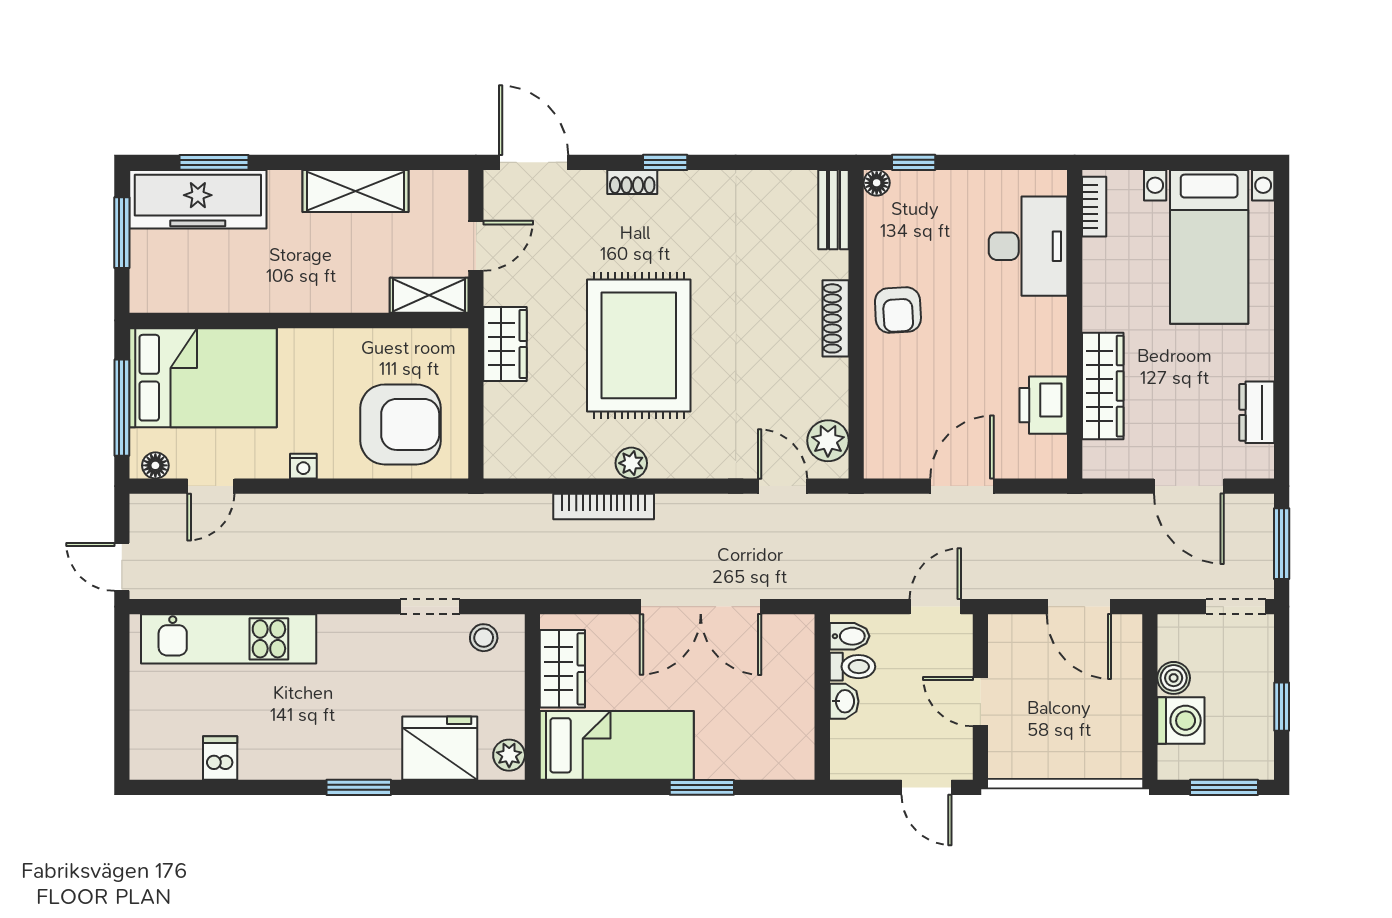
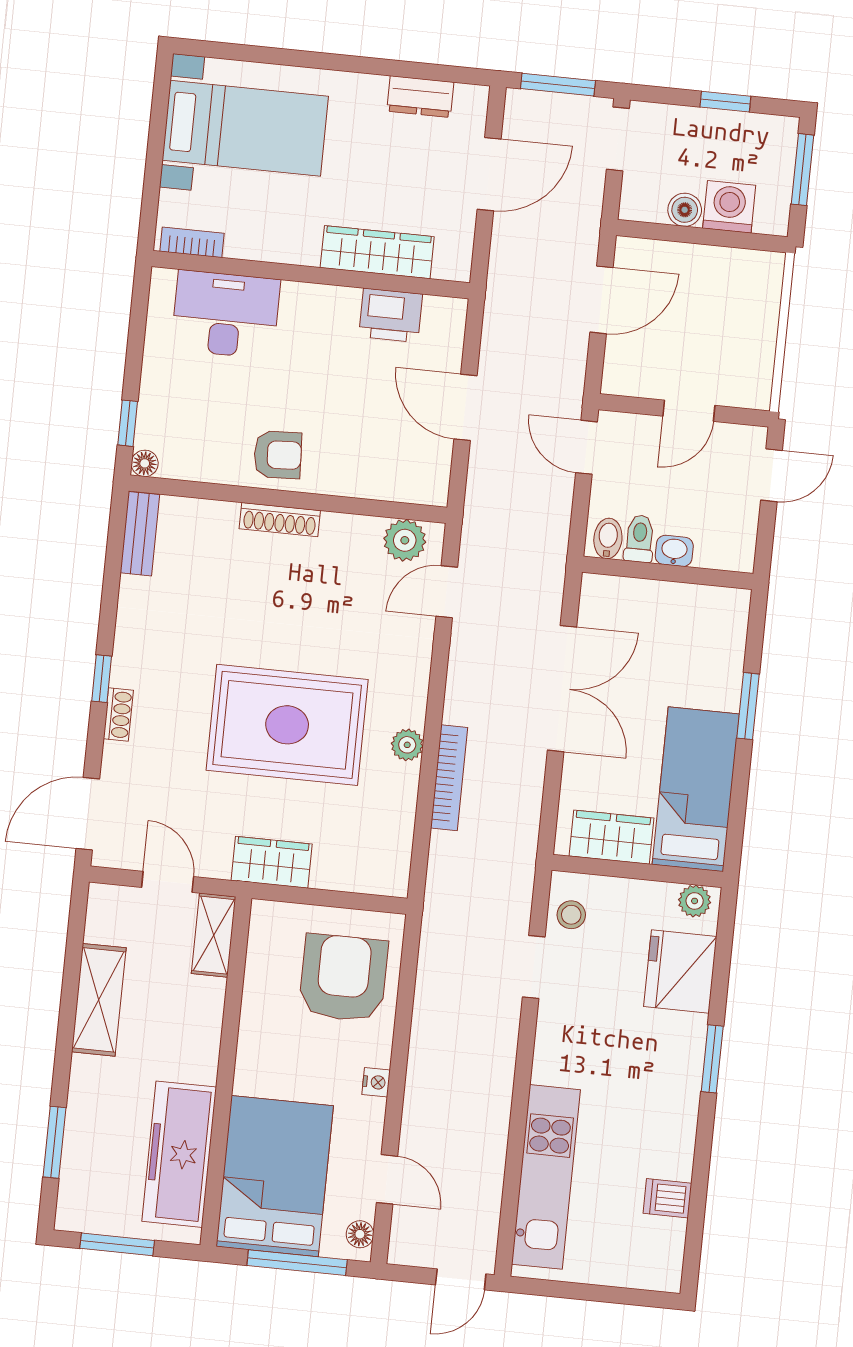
freezer: (198, 199) -> (179, 1154), moved, turned 180
bench: (833, 210) -> (140, 534), moved, turned 90

